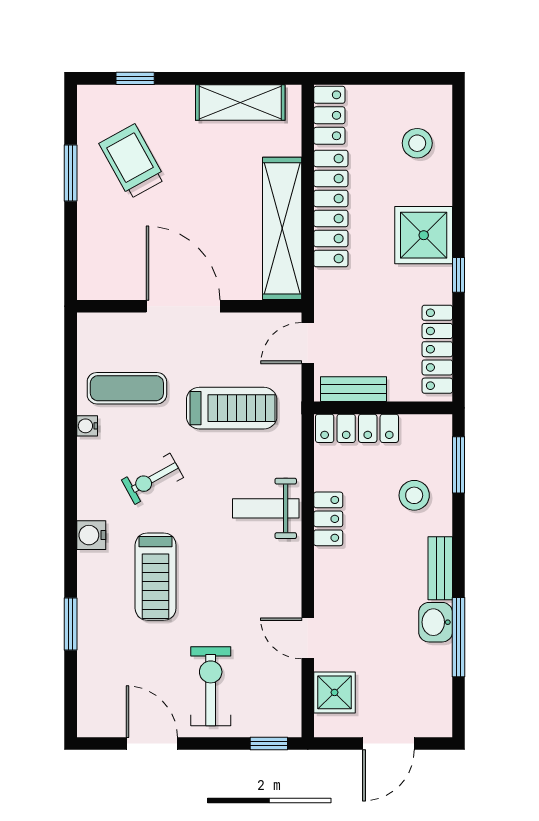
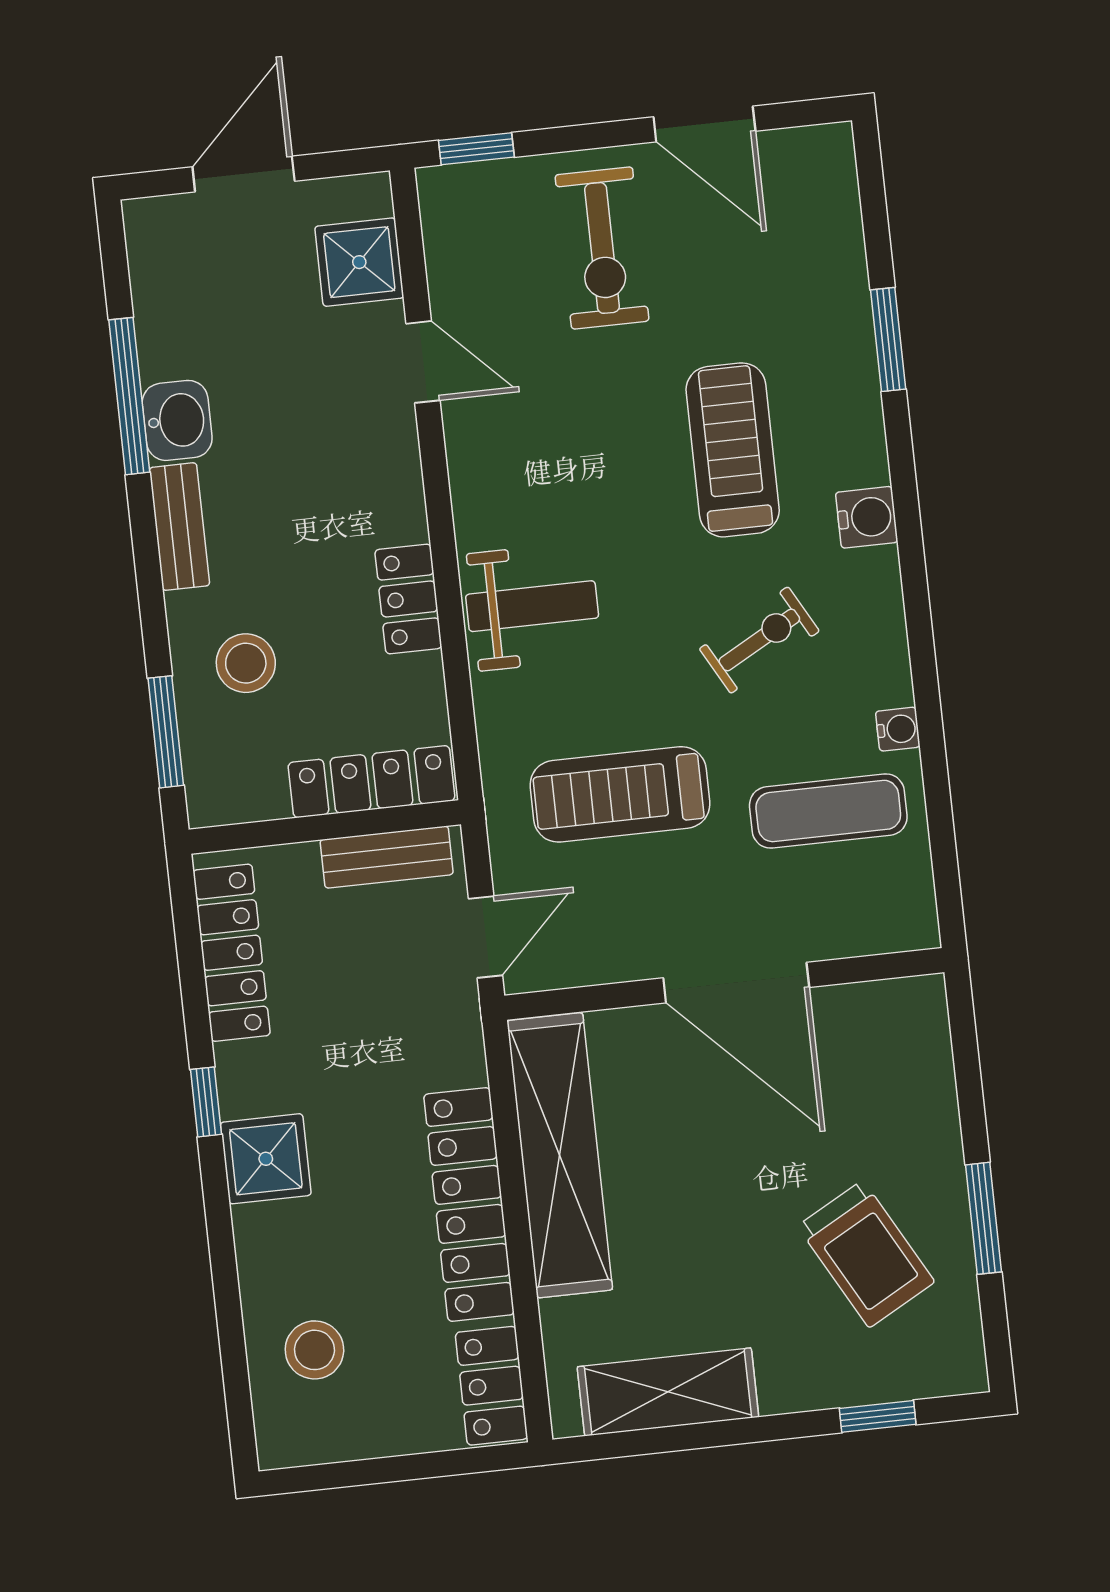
shower: (424, 235) -> (266, 1159), width x0.73, depth x0.73

